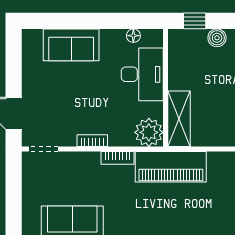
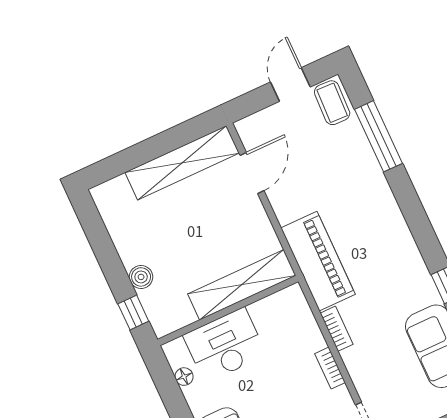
shelving: (179, 119) -> (242, 285), width x1.47
plant: (149, 132) -> (290, 306), removed

